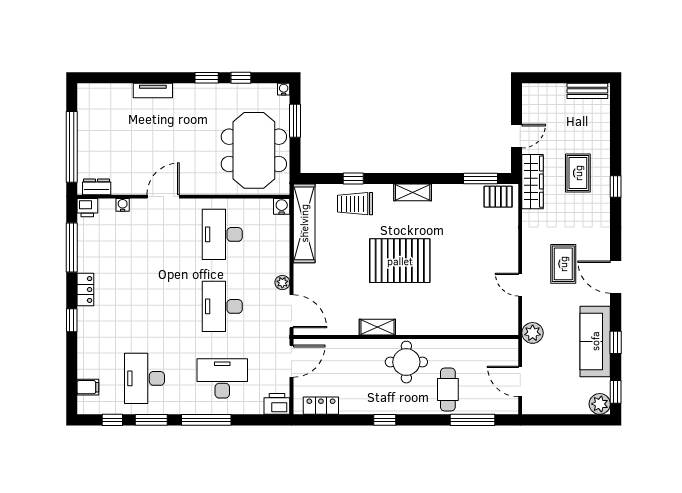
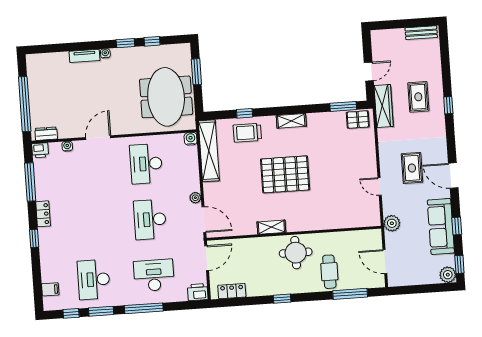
water cooler: (284, 89) -> (105, 53), moved

